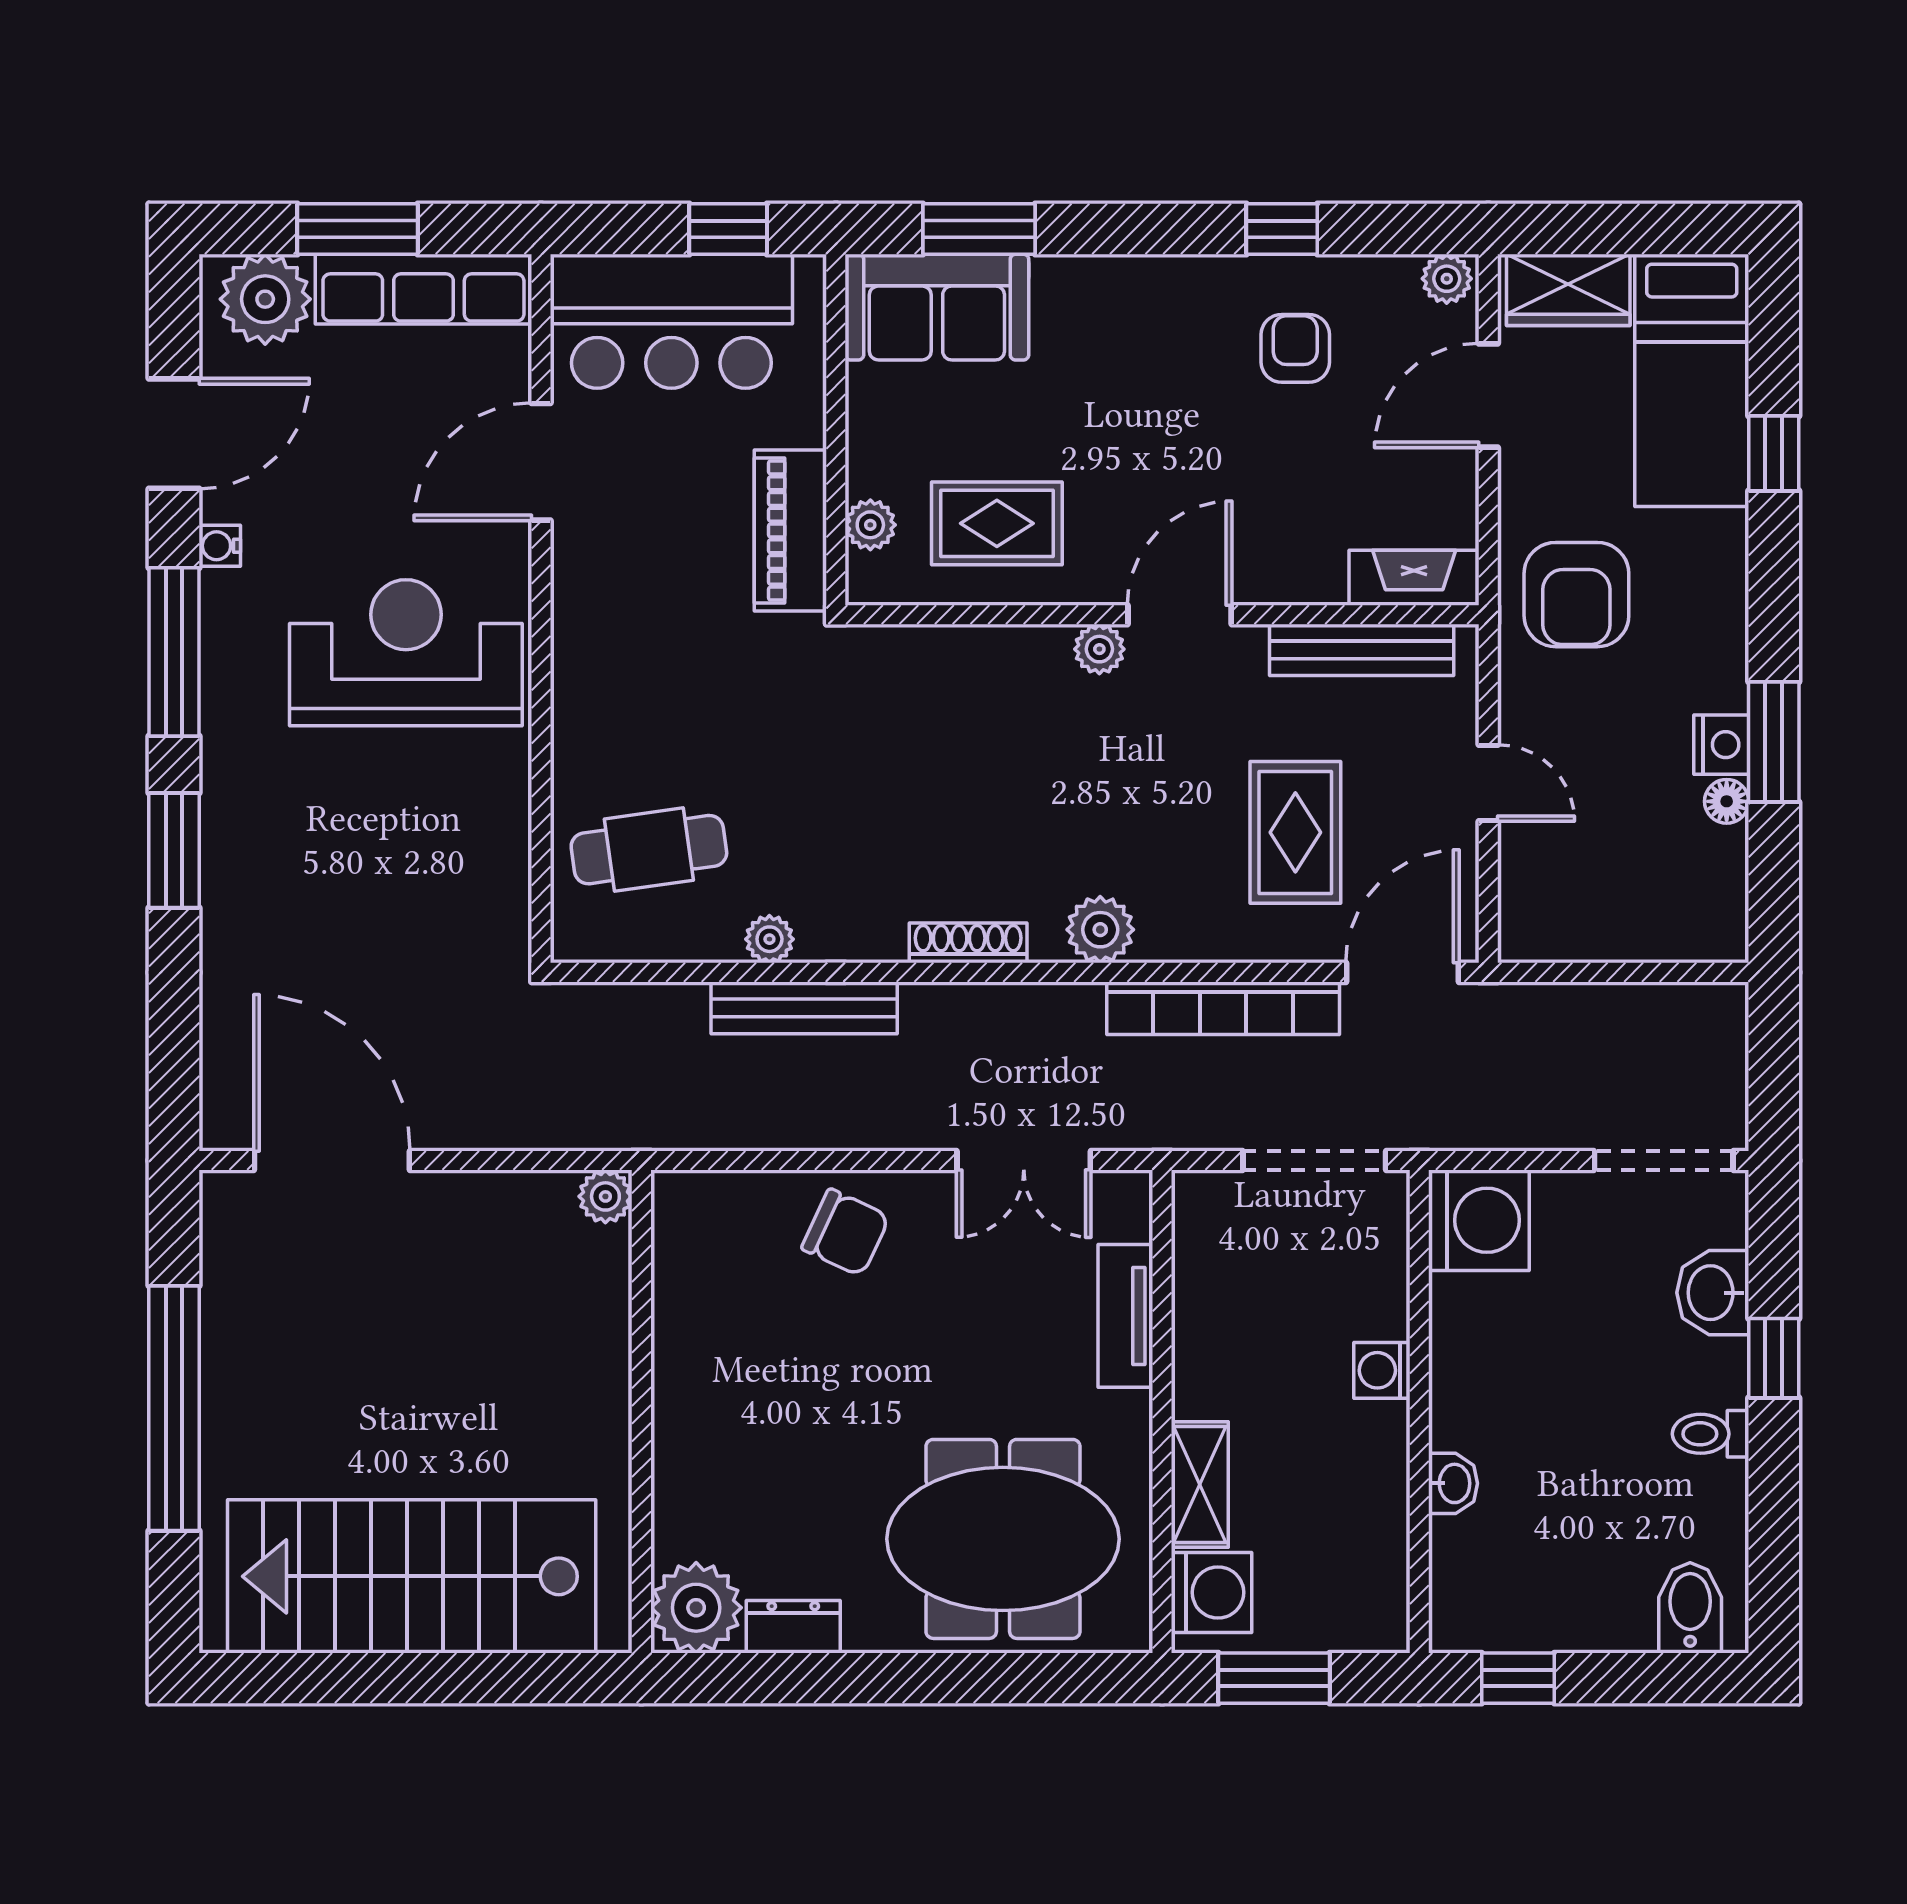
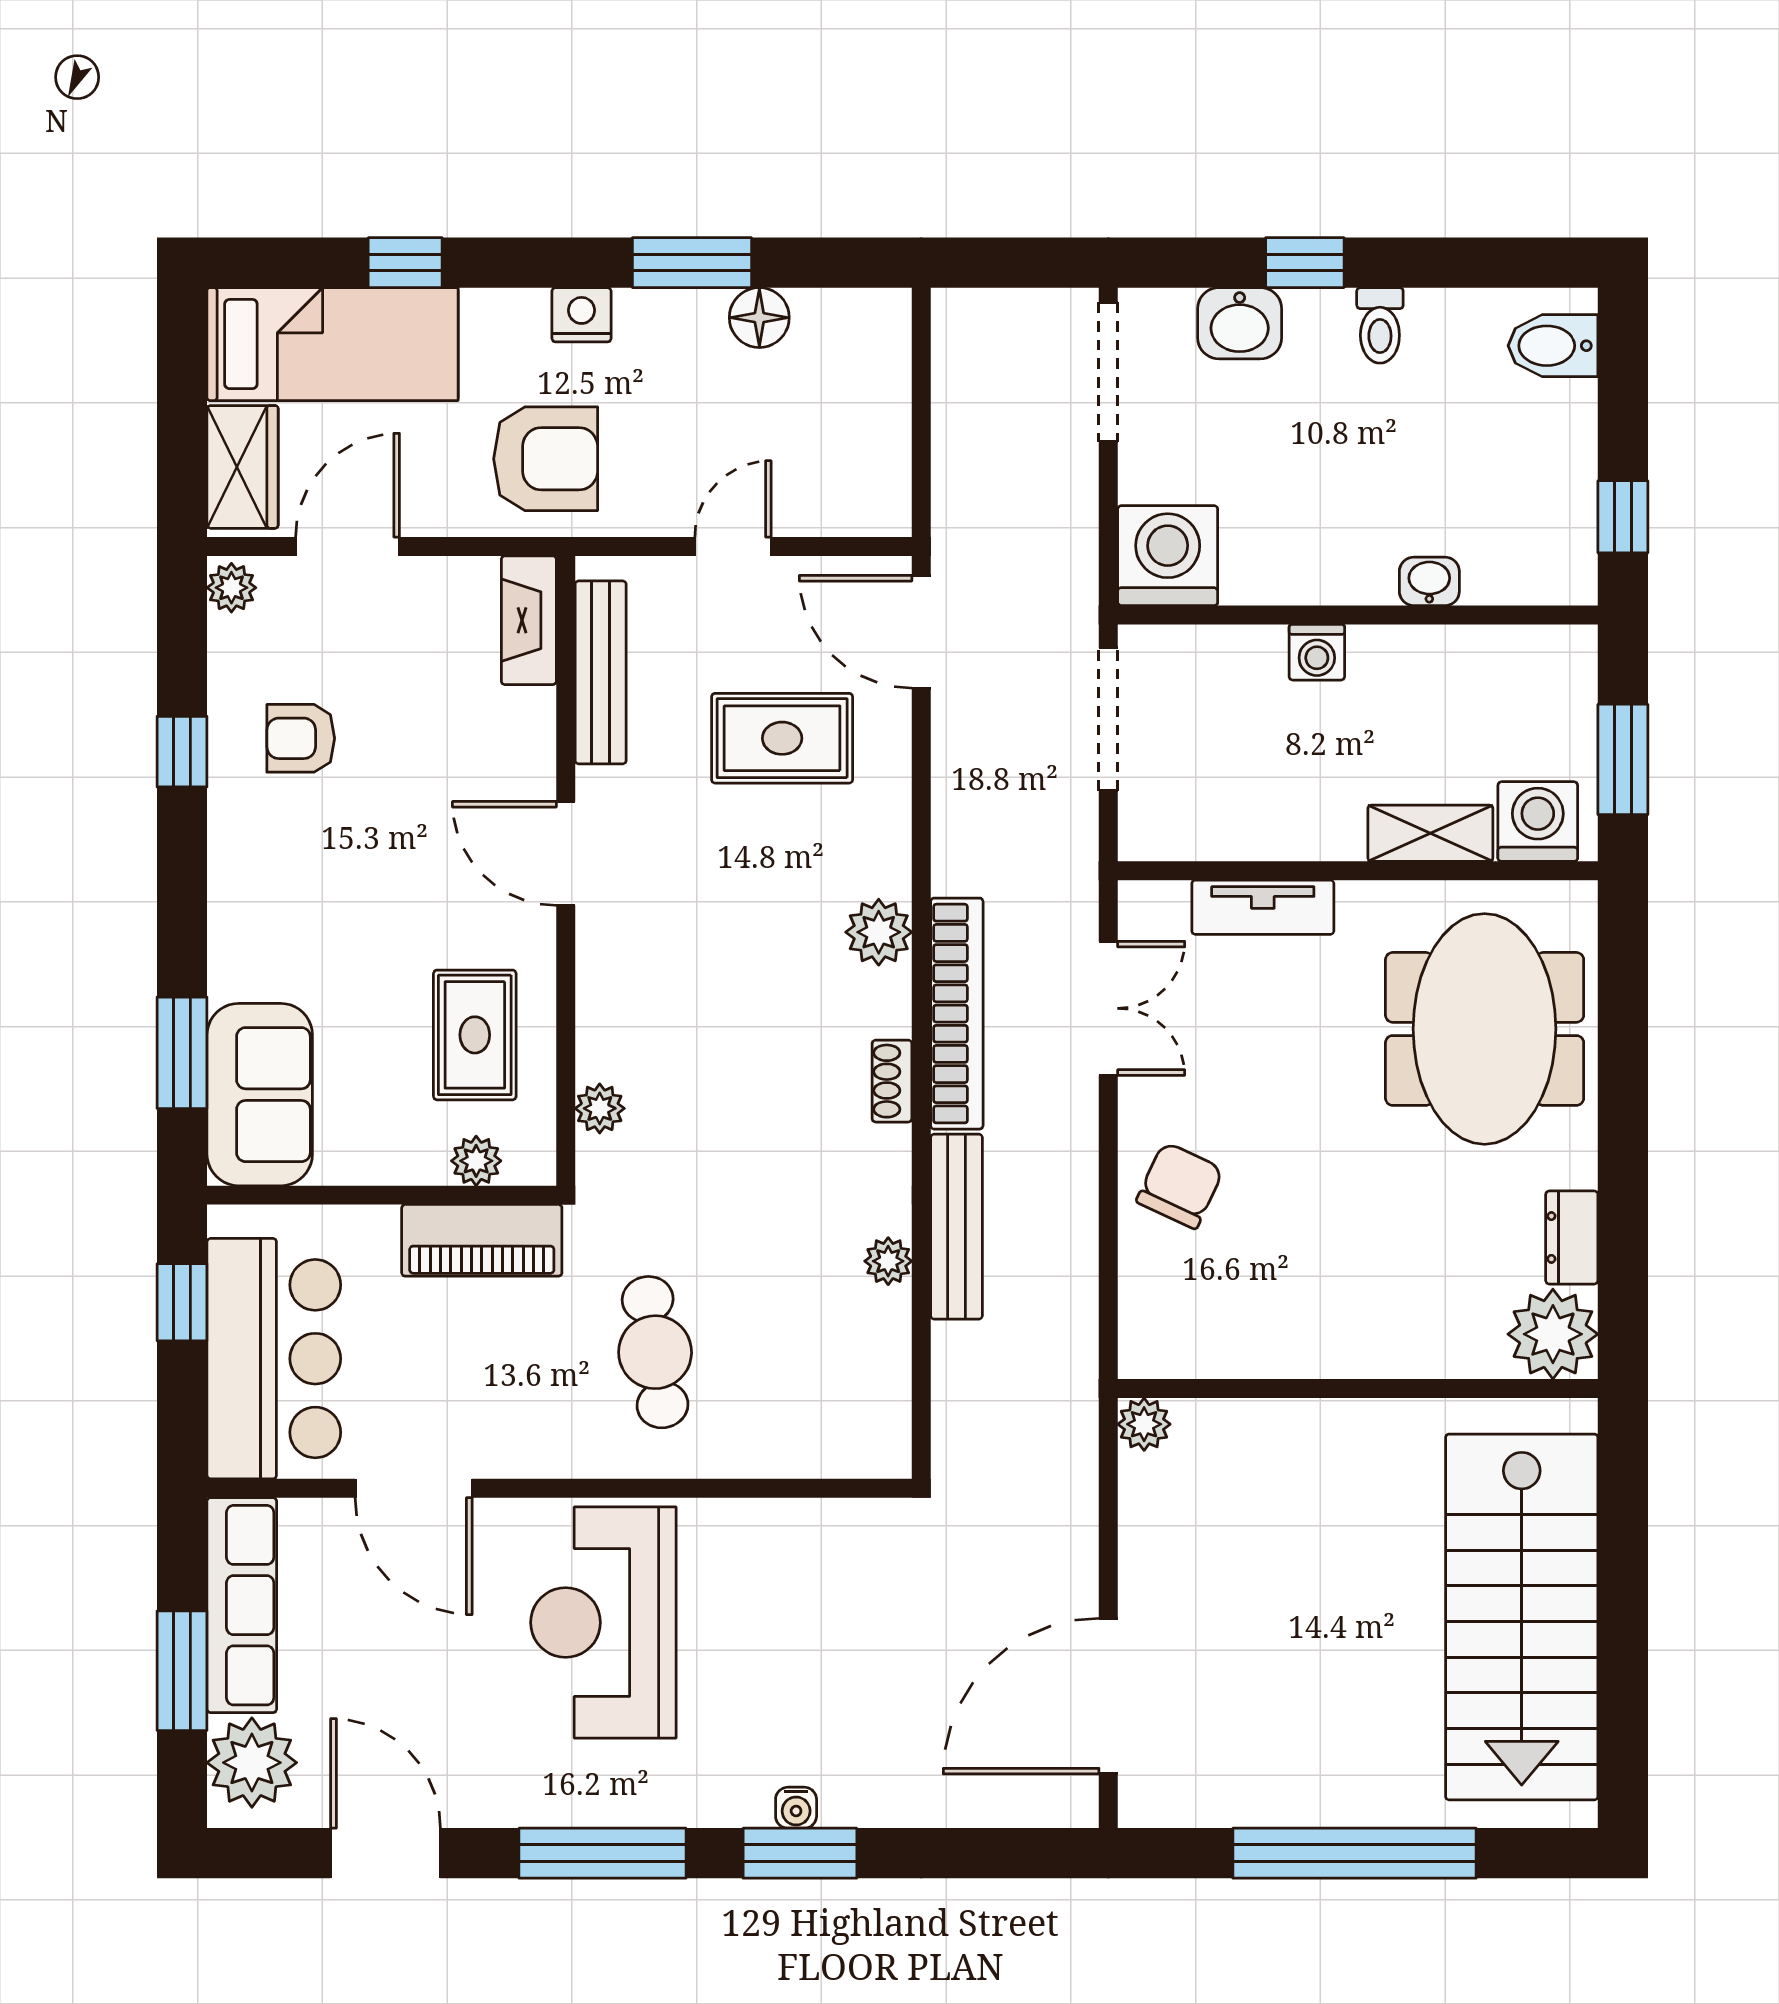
door: (1488, 395) -> (348, 546), swing flipped
water cooler: (220, 546) -> (796, 1808), moved
plant: (1099, 649) -> (600, 1108), moved
nightstand: (1721, 745) -> (582, 315), moved
floor lamp: (1727, 801) -> (759, 318), width x1.37, depth x1.37
cafe table: (649, 850) -> (655, 1352), moved
shoe rack: (968, 943) -> (892, 1081), width x0.70
bookcase: (1223, 1008) -> (957, 1014), moved

